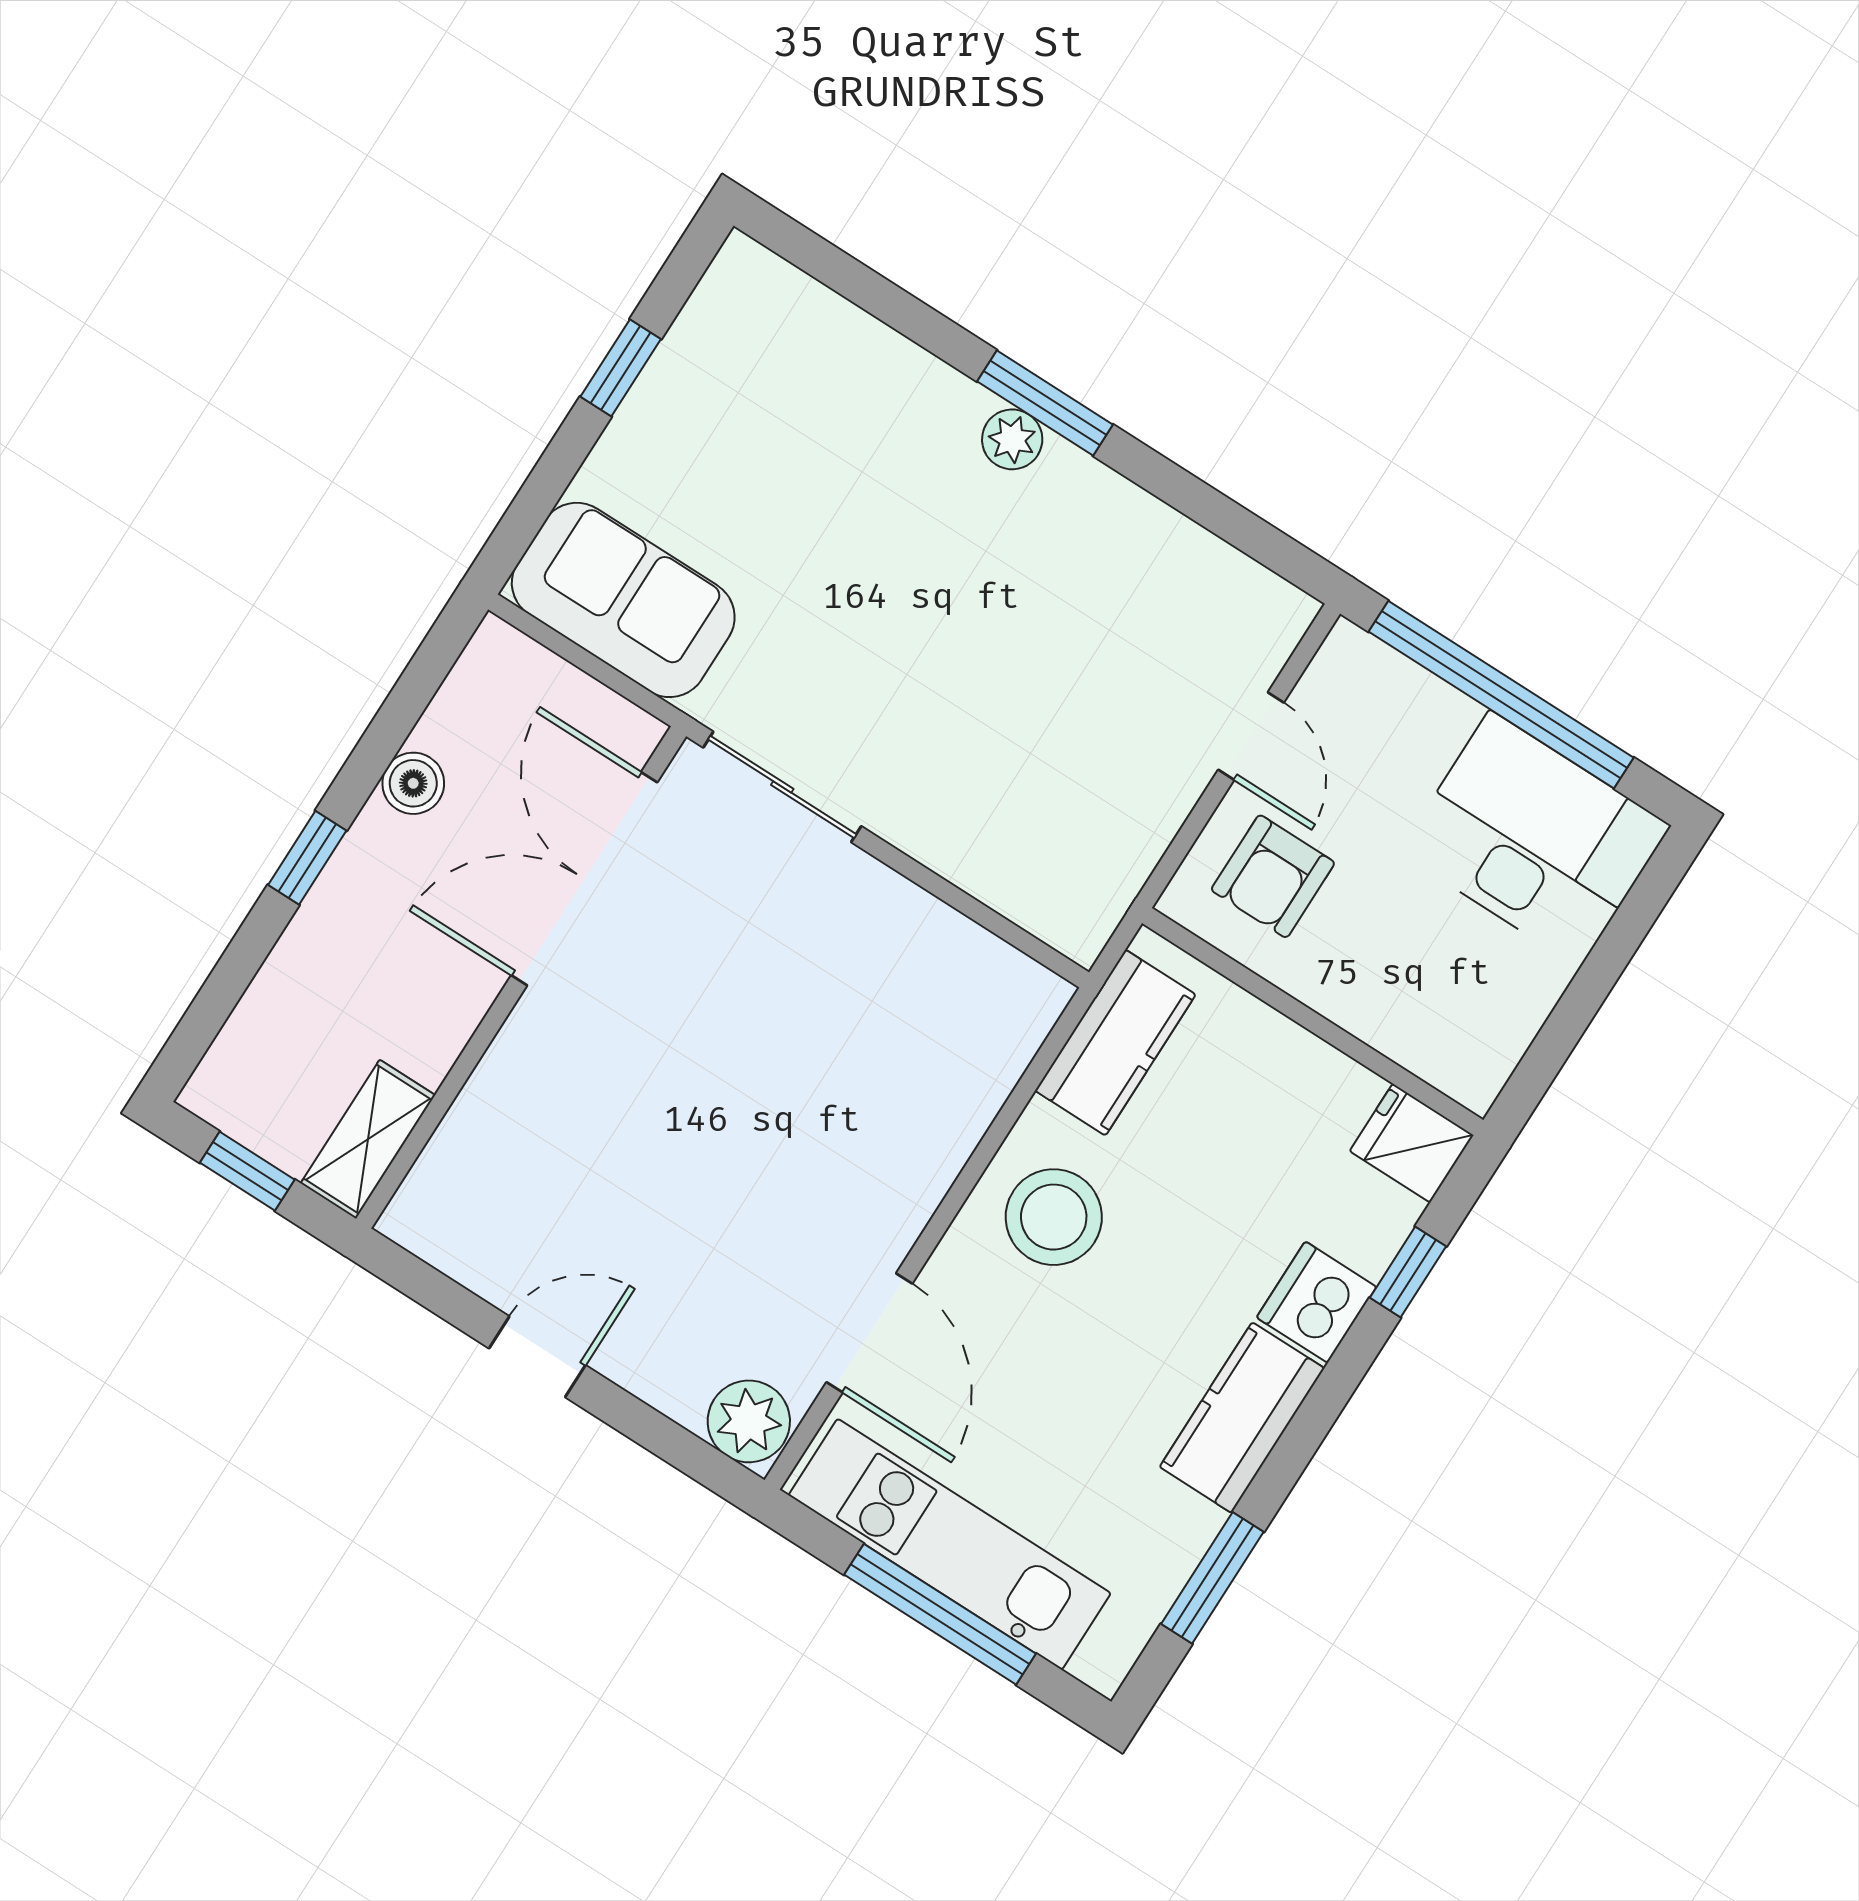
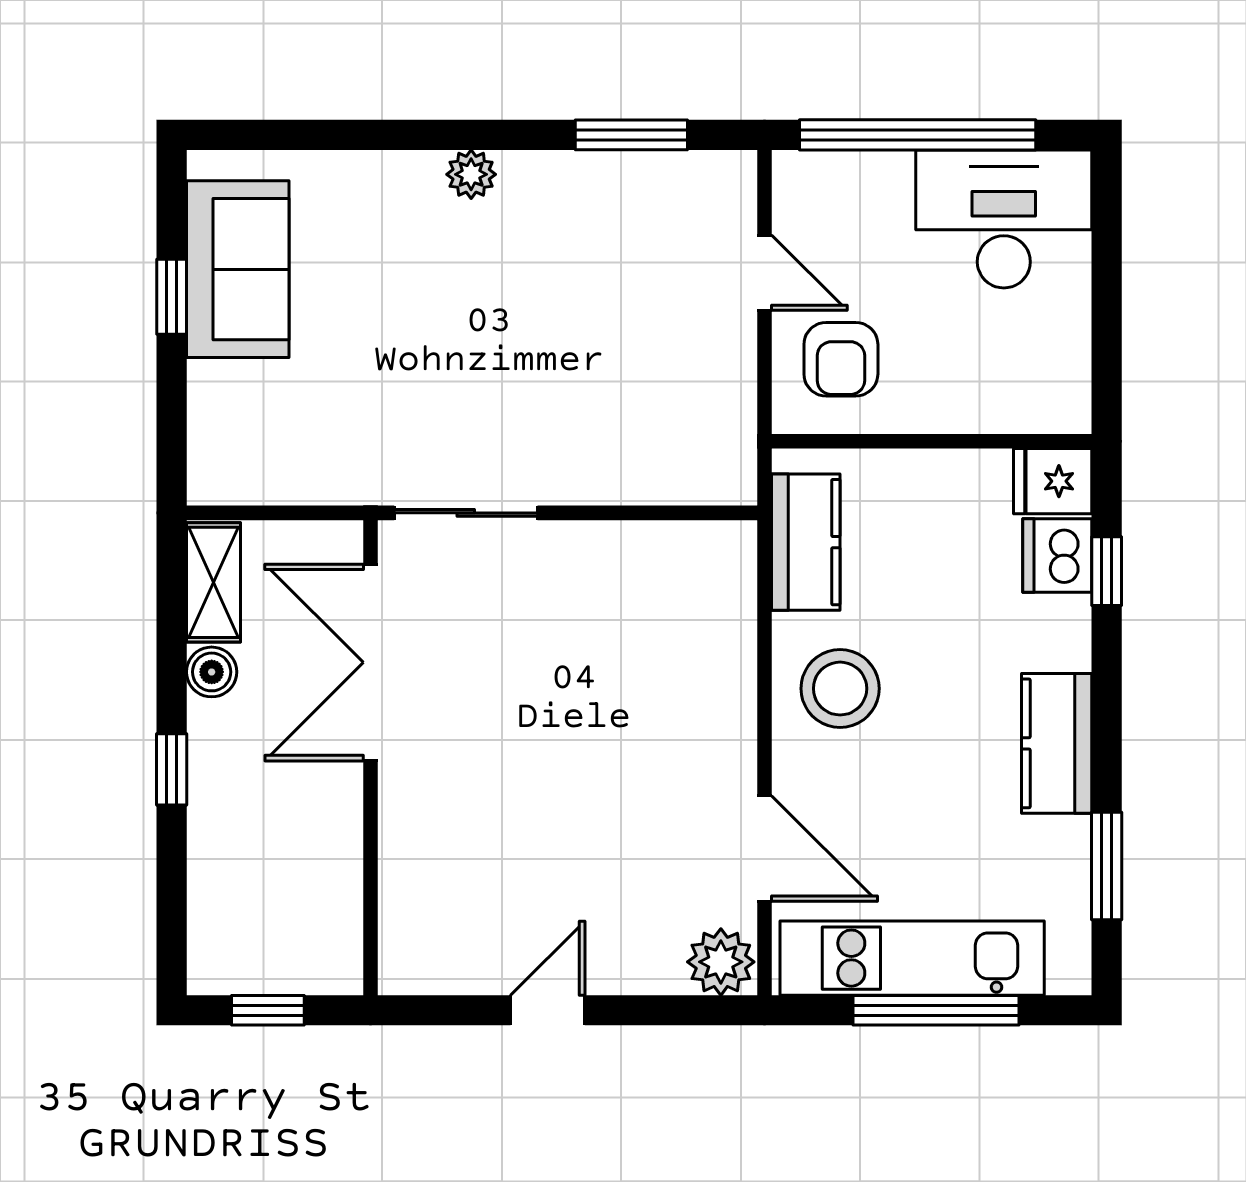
window: (1045, 403) -> (631, 135), moved
sofa: (623, 600) -> (238, 269), moved, turned 90
shelving: (368, 1139) -> (213, 582), moved
dishwasher: (1317, 1302) -> (1057, 556), moved

